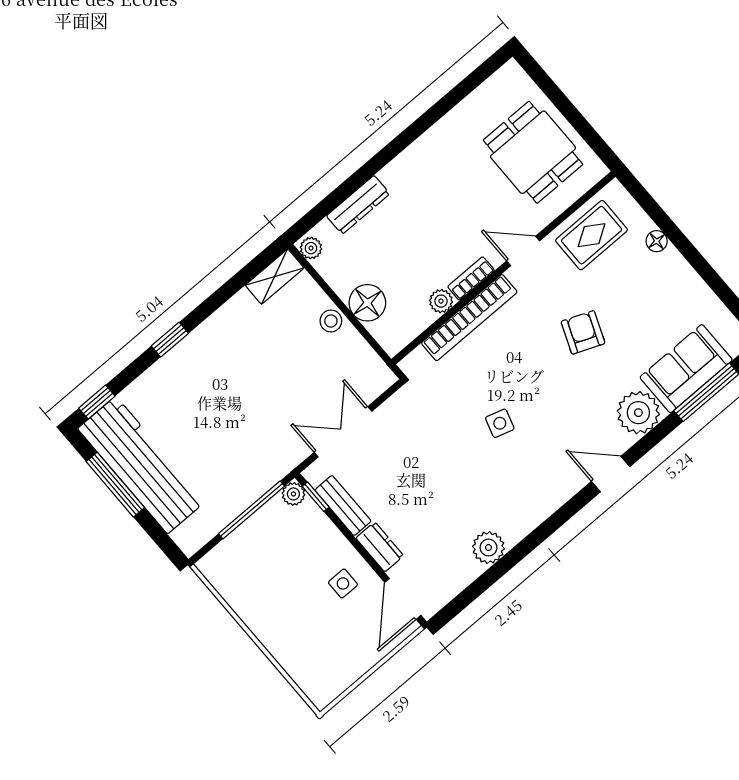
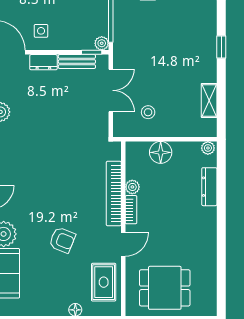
shelving: (275, 277) -> (209, 100), moved
stool: (331, 321) -> (148, 112), moved
side table: (500, 423) -> (53, 166), removed

